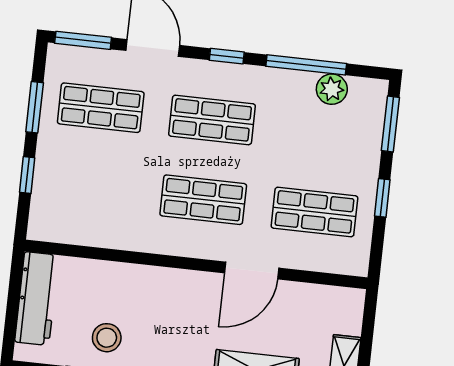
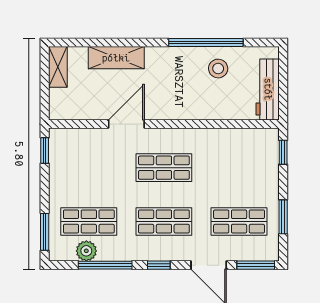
window: (27, 175) -> (283, 152), moved
window: (382, 198) -> (45, 150), moved
shop shelf: (314, 212) -> (89, 221), moved

